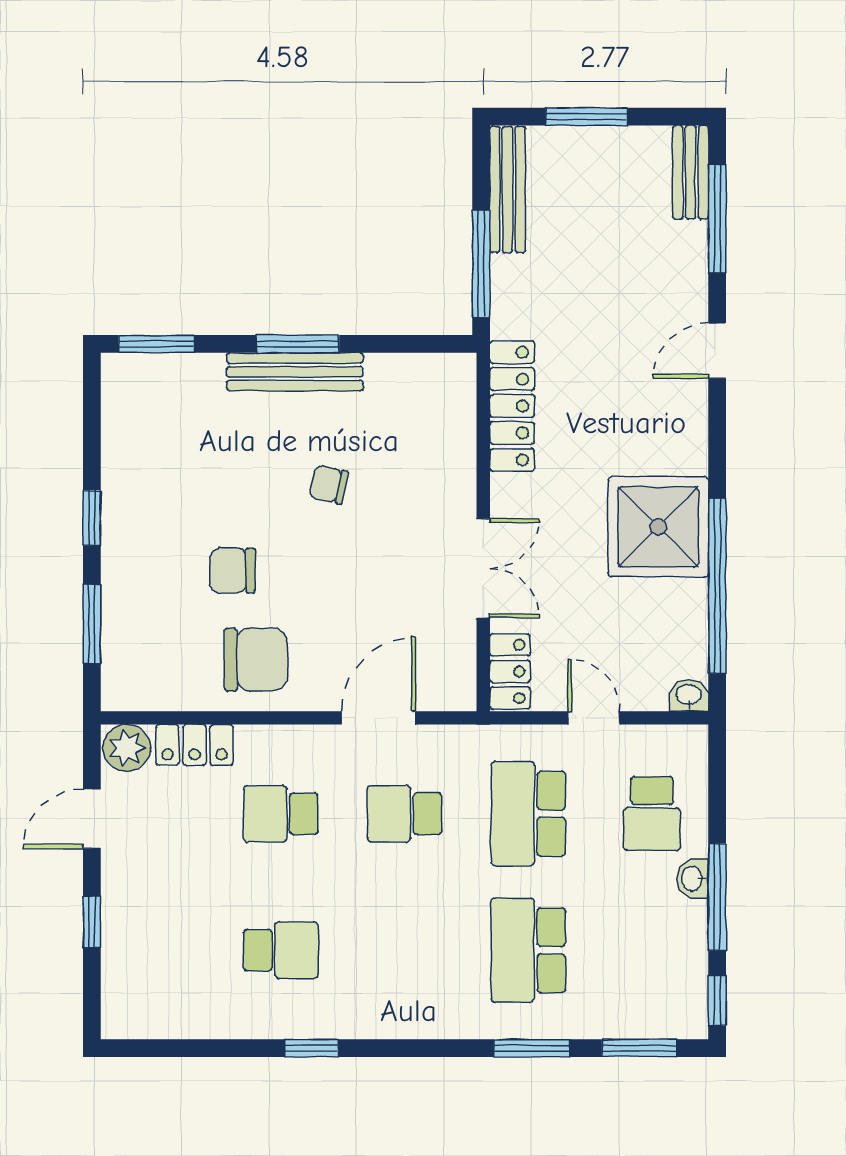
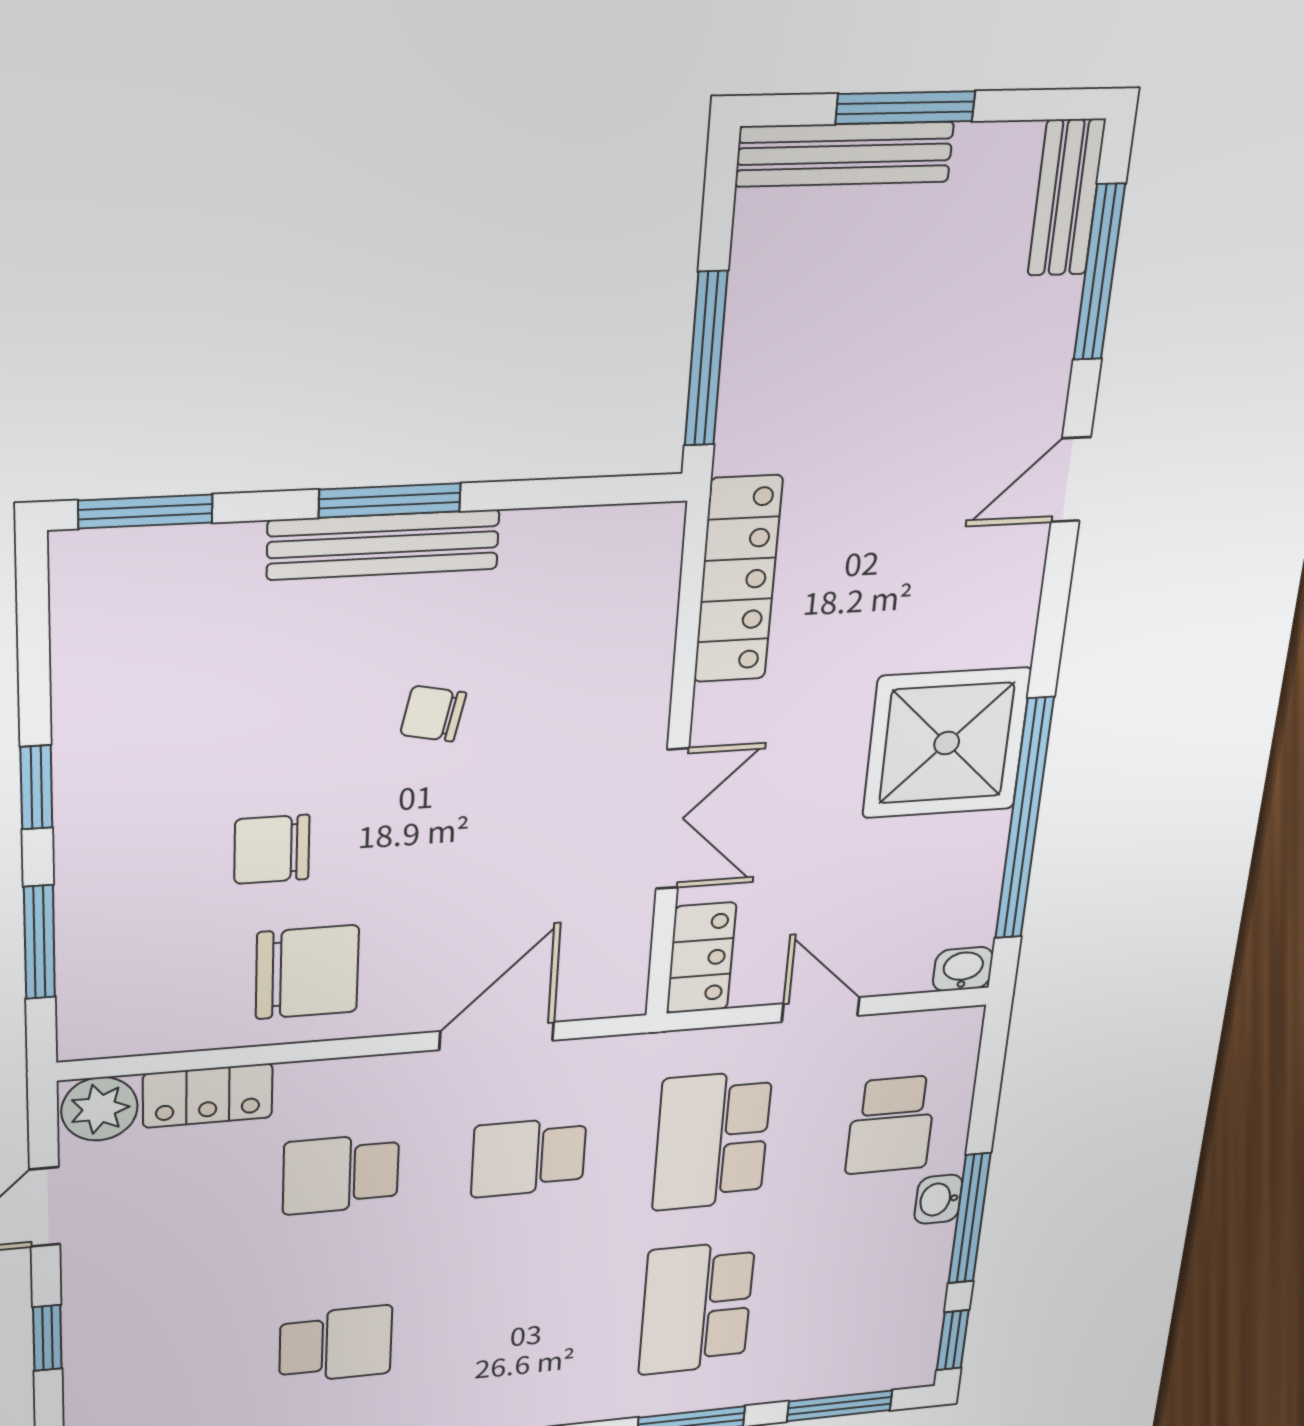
bench: (508, 189) -> (845, 154), moved, turned 90

